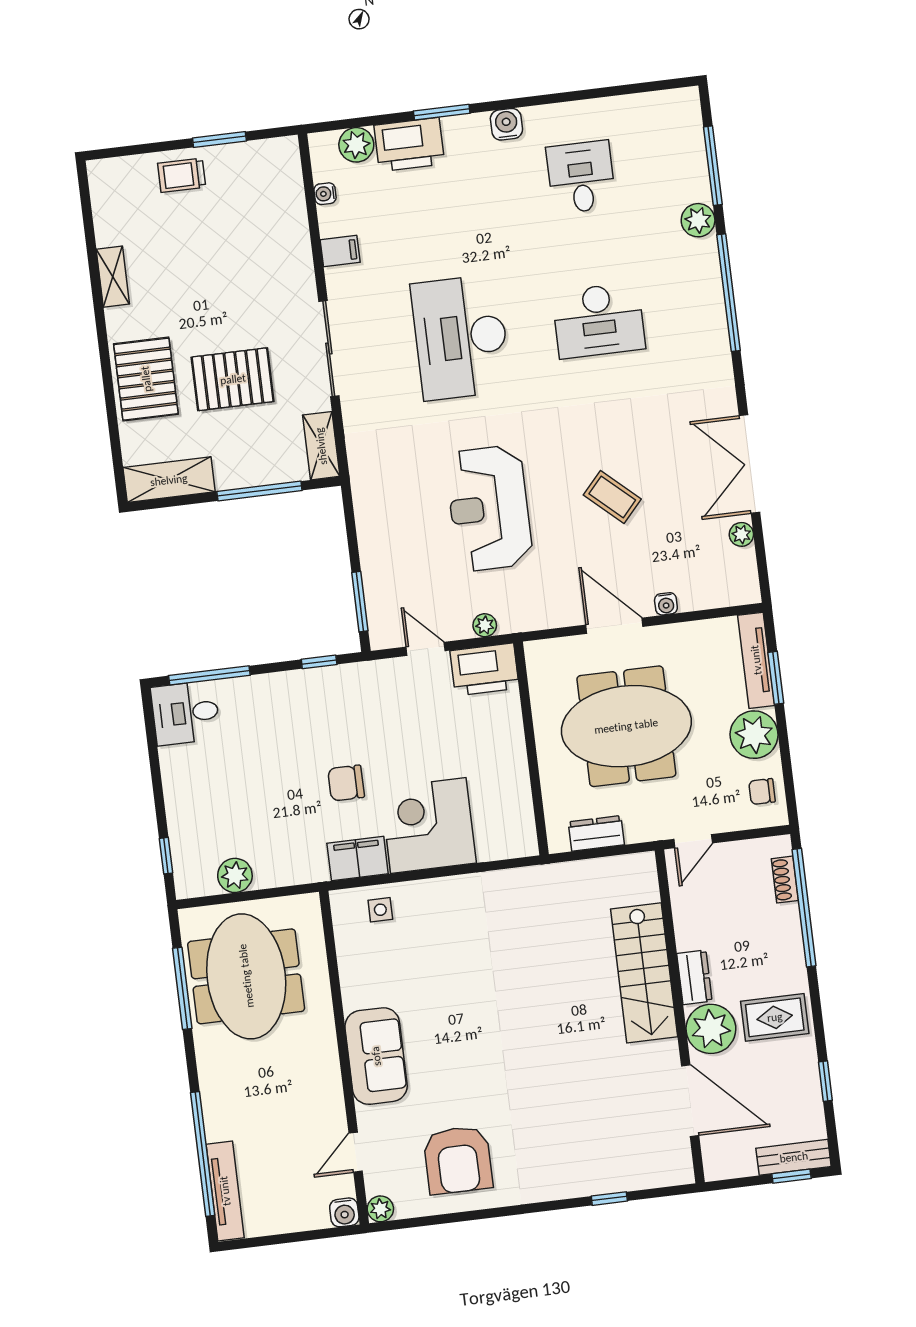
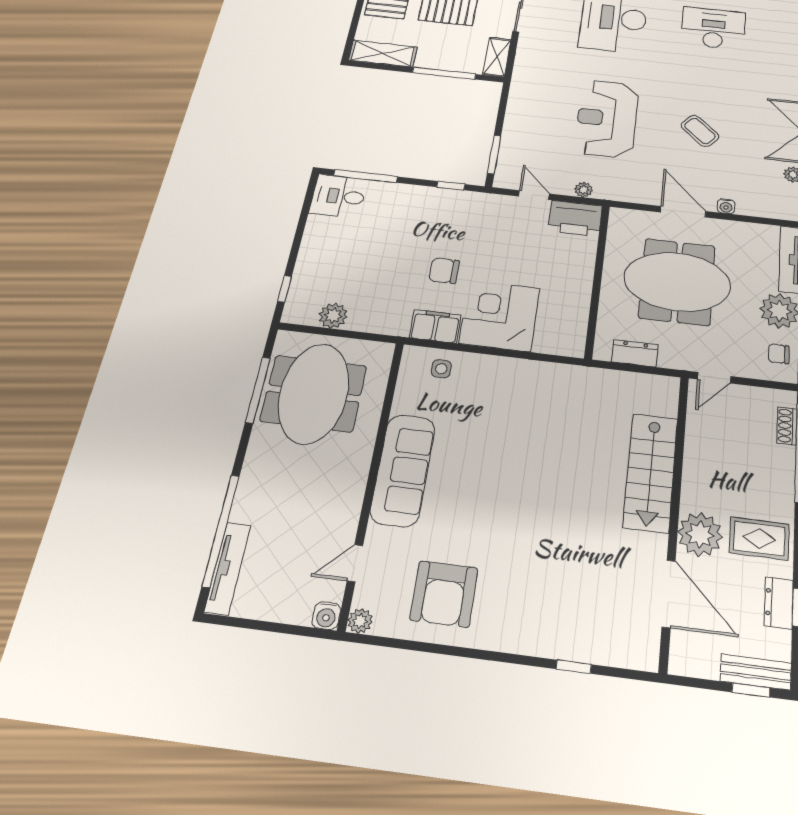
desk: (599, 320) -> (713, 28), turned 180
dresser: (694, 977) -> (779, 603), moved, turned 180
sofa: (376, 1056) -> (403, 470), width x1.36

